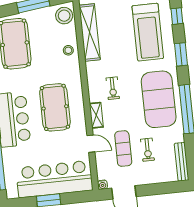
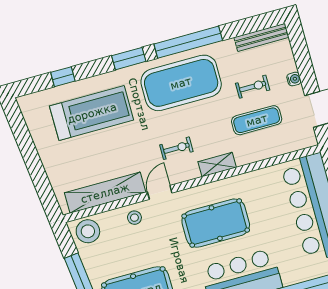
window: (181, 54) -> (129, 59), moved
door: (91, 144) -> (160, 192), moved
water cooler: (102, 185) -> (294, 79), moved

